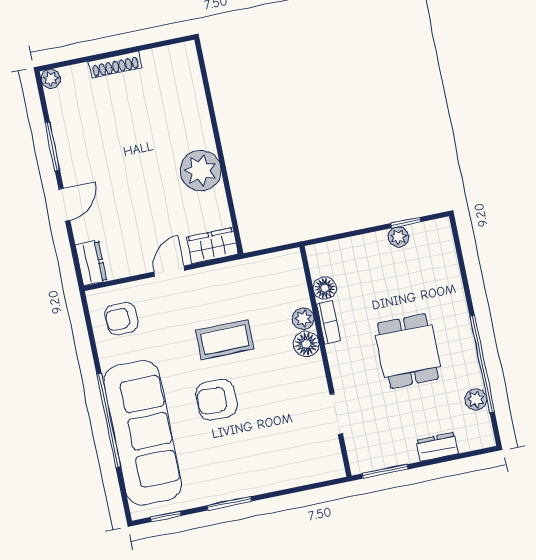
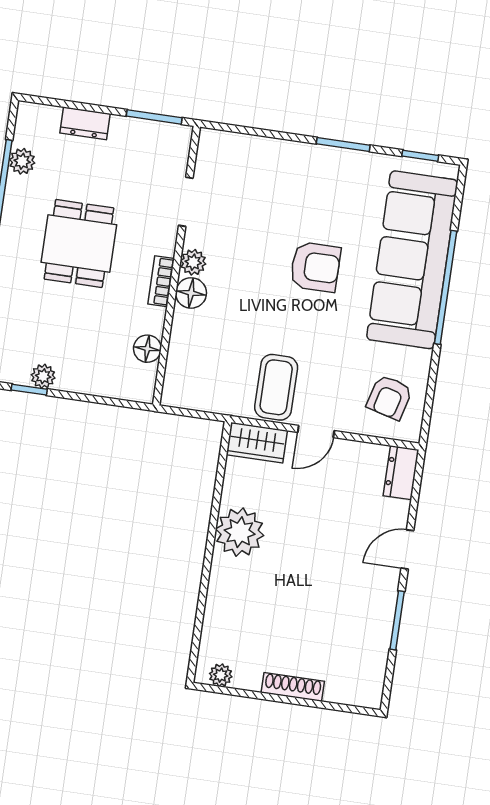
plant: (51, 79) -> (221, 675), moved
armchair: (121, 319) -> (389, 397), turned 105
plant: (303, 319) -> (193, 262), moved
bookcase: (328, 322) -> (161, 281), moved
coffee table: (225, 340) -> (276, 387), moved, turned 90

